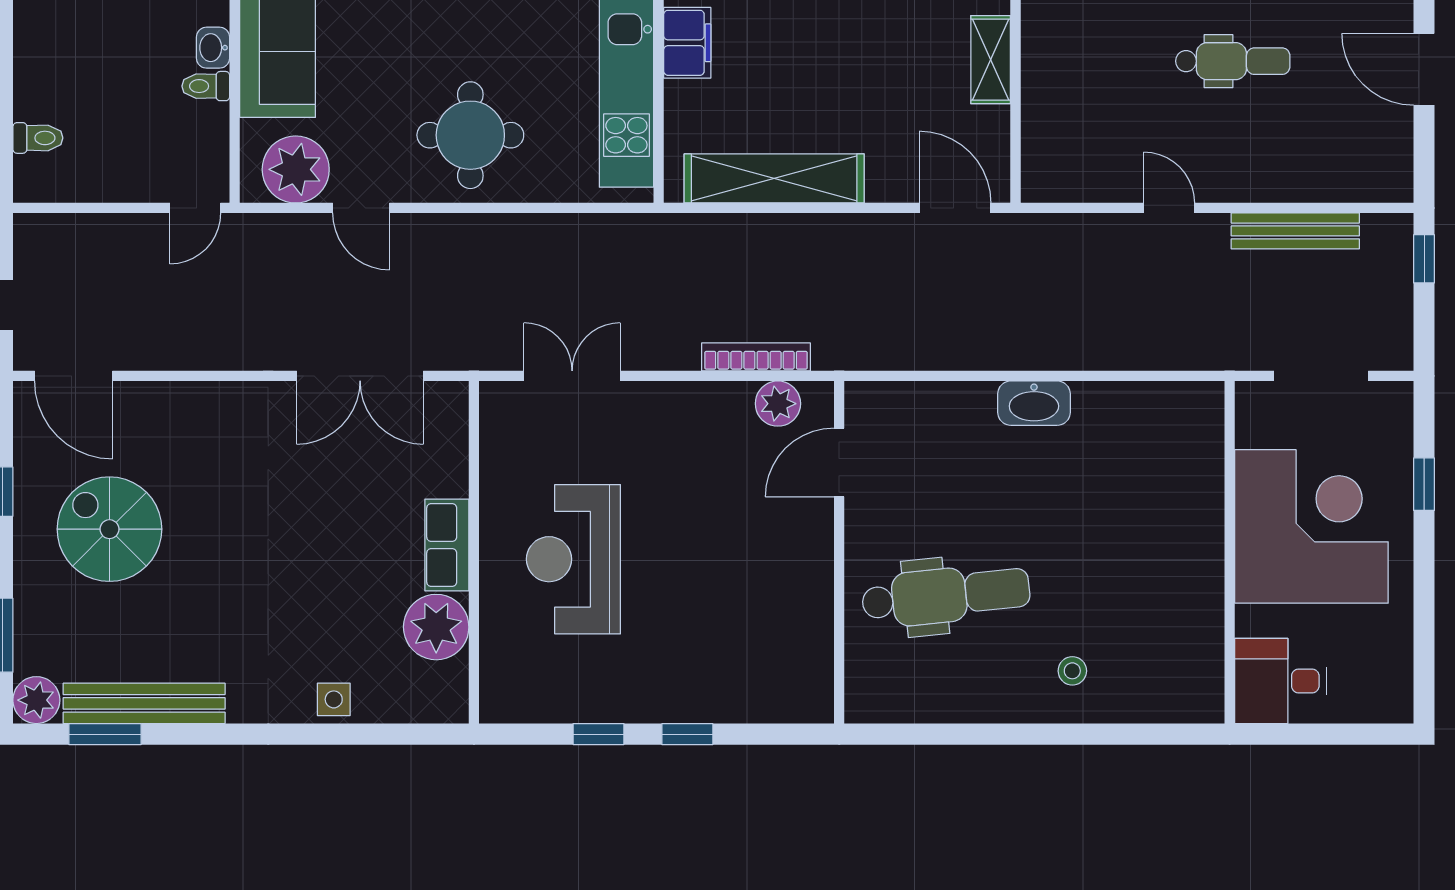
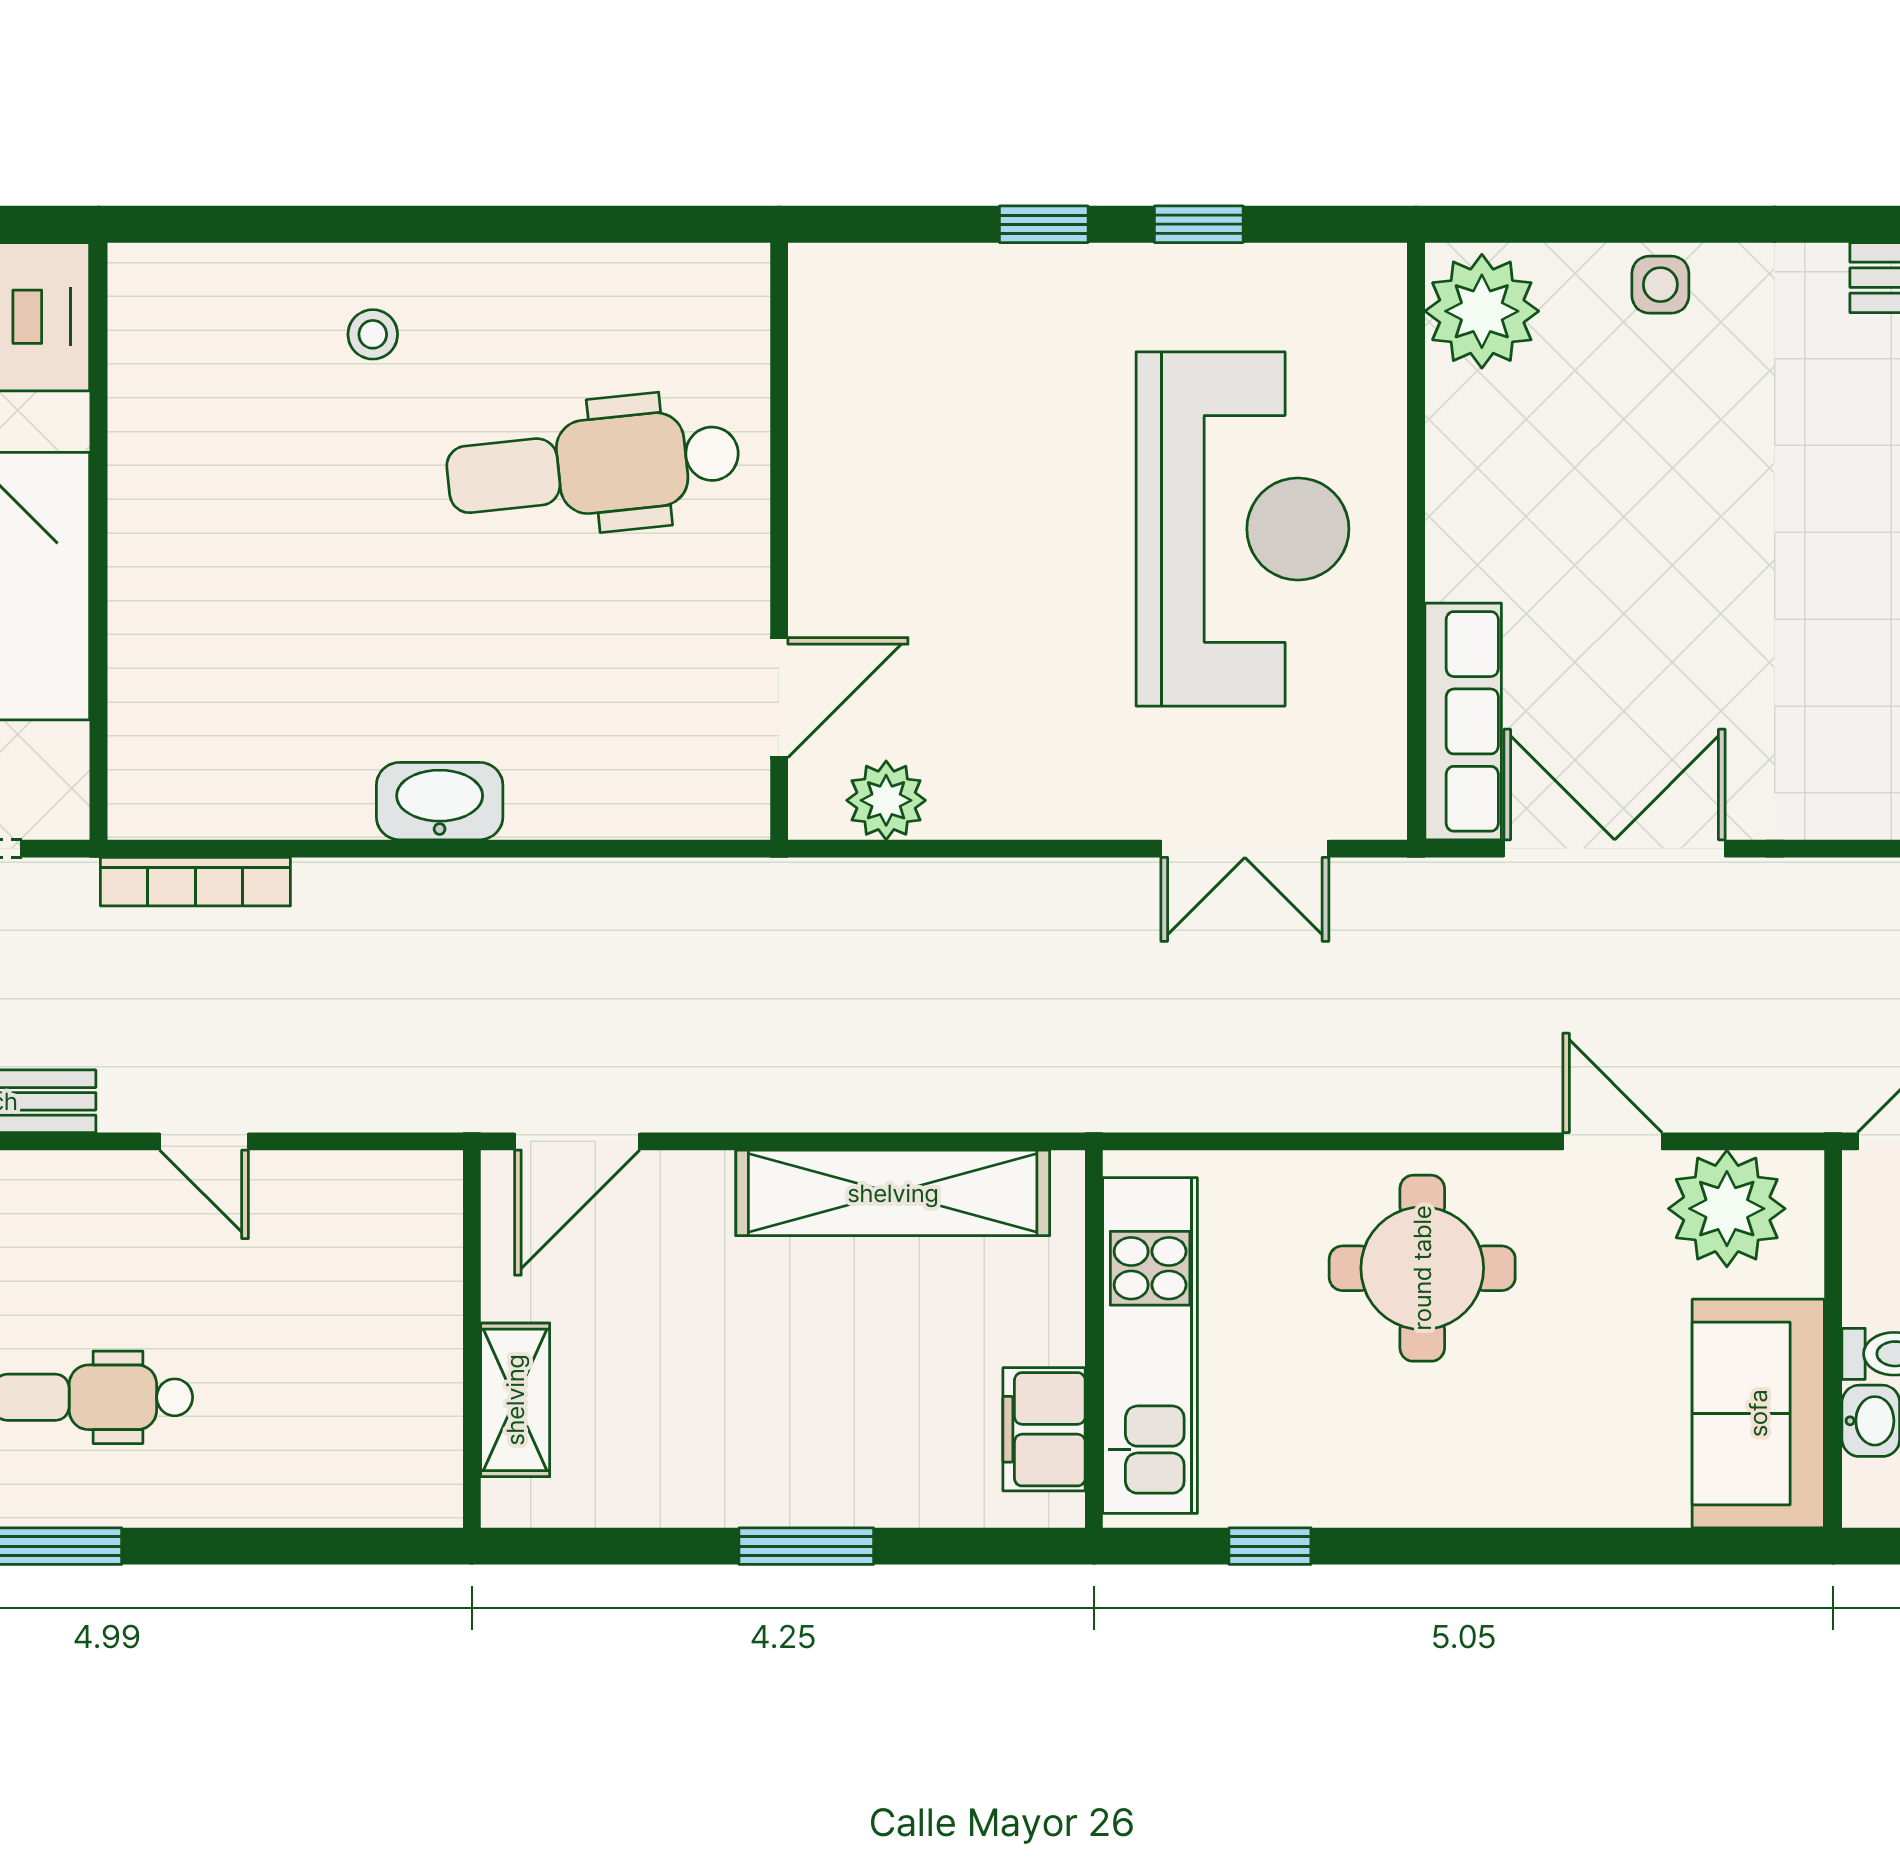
door: (955, 208) -> (577, 1141), hinge flipped
bookcase: (756, 357) -> (195, 882), moved
row of seats: (447, 545) -> (1463, 721), moved, width x1.48
reception desk: (573, 559) -> (1242, 529), width x1.36, depth x1.30
plant: (436, 627) -> (1482, 311), moved

